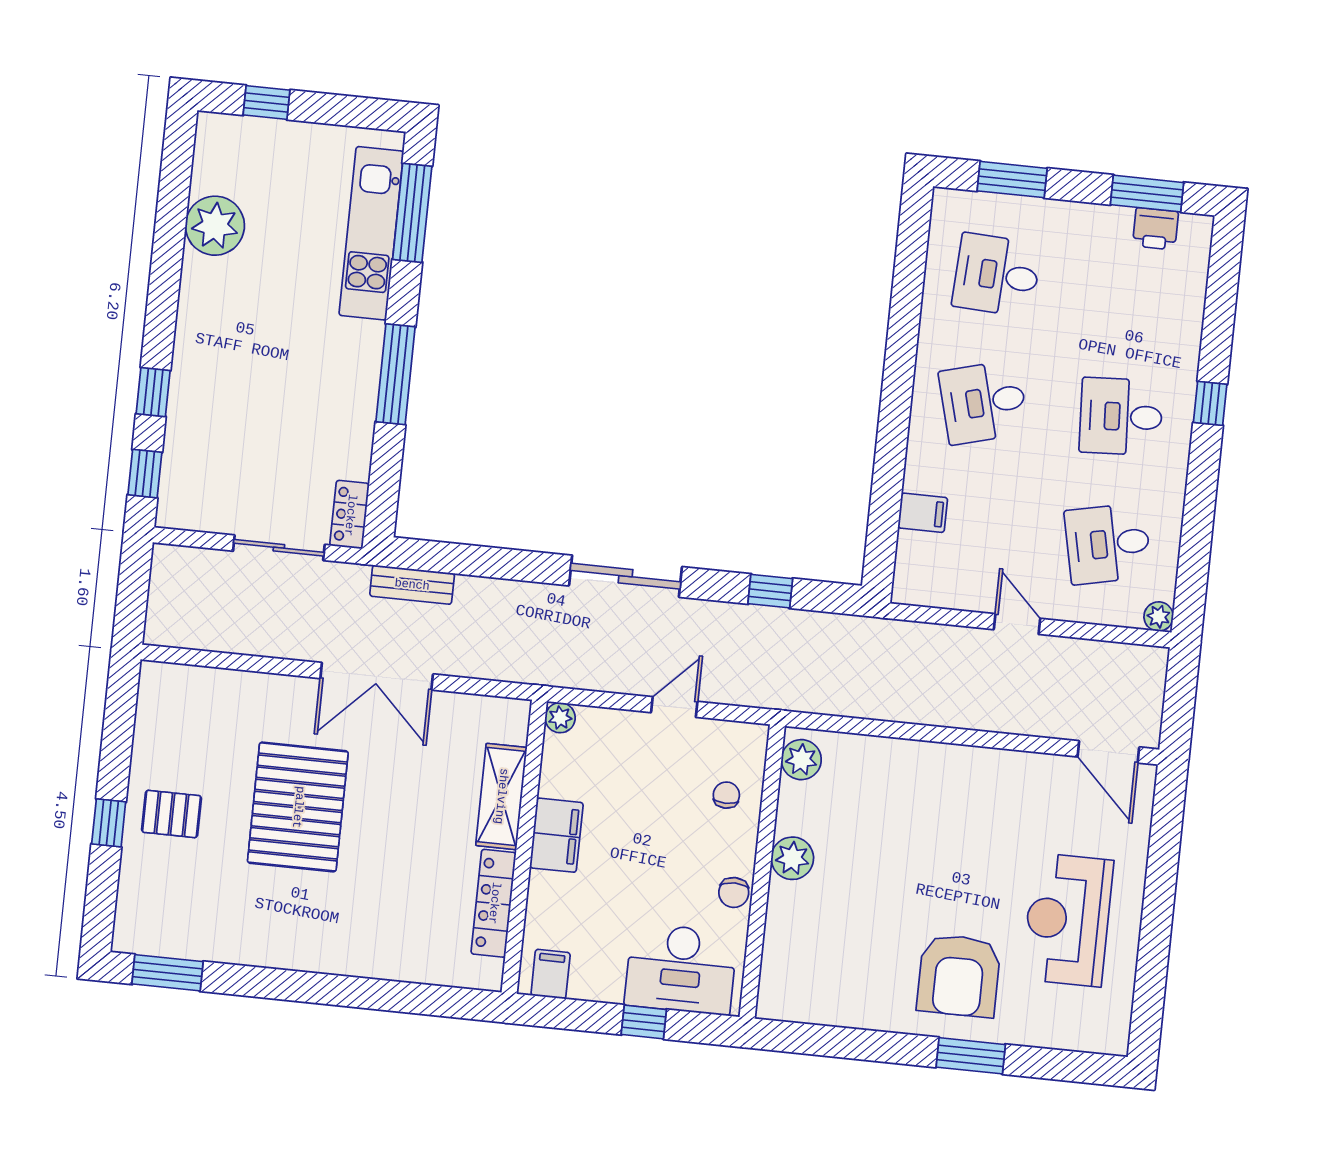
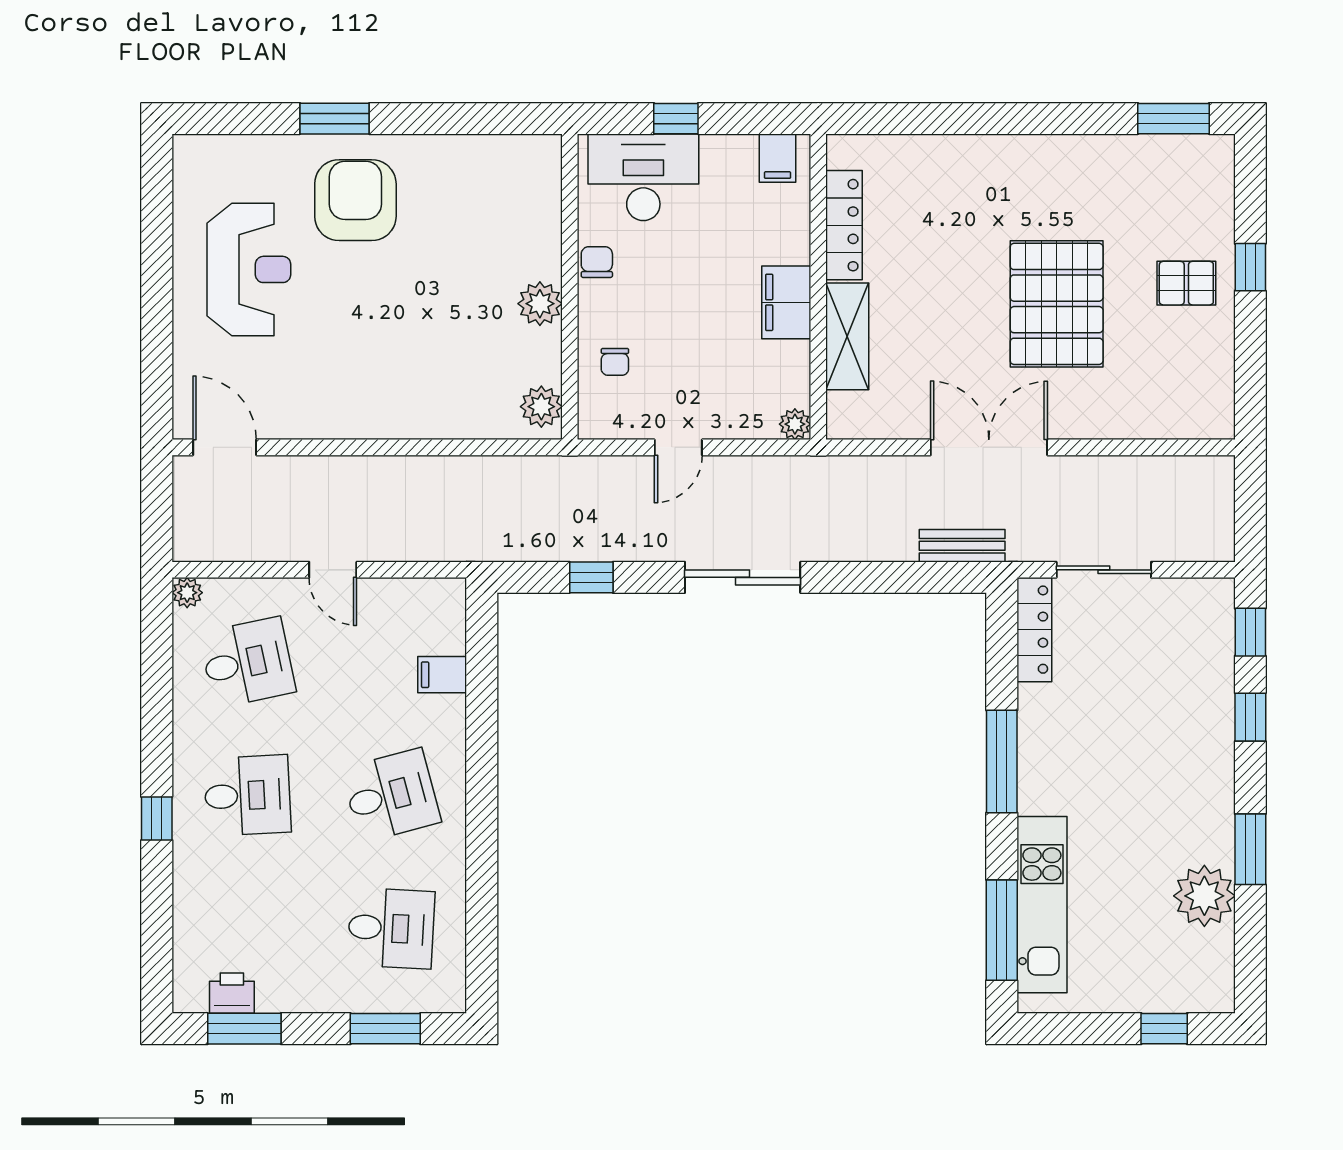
window: (166, 266) -> (1250, 849), added
locker: (350, 515) -> (1034, 630), width x1.53

